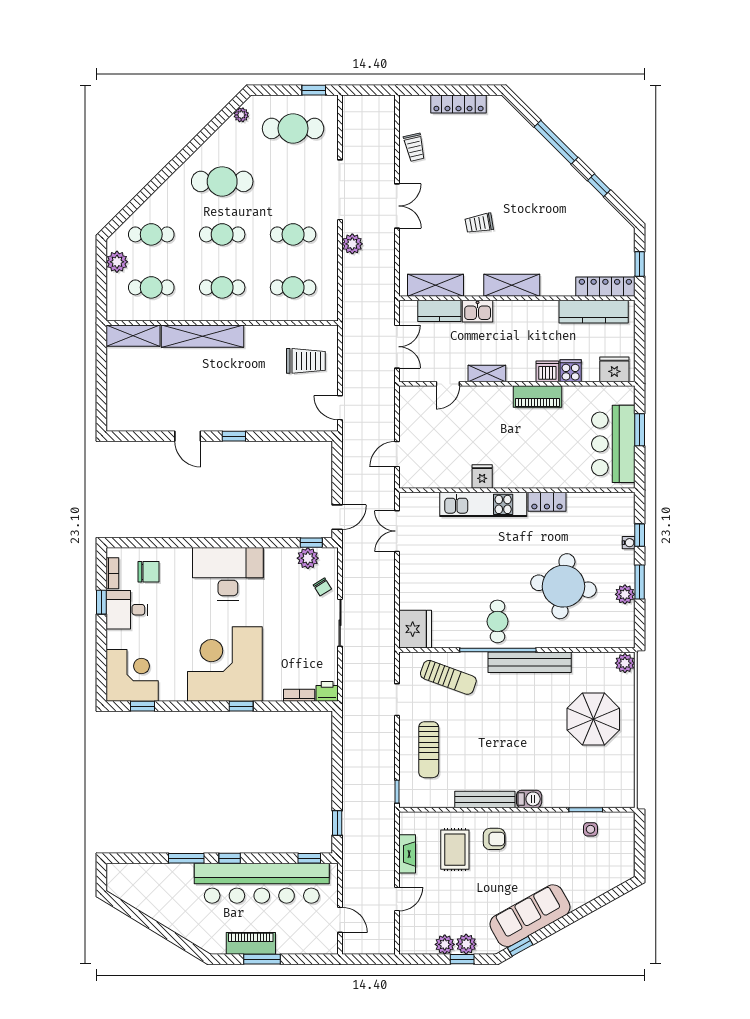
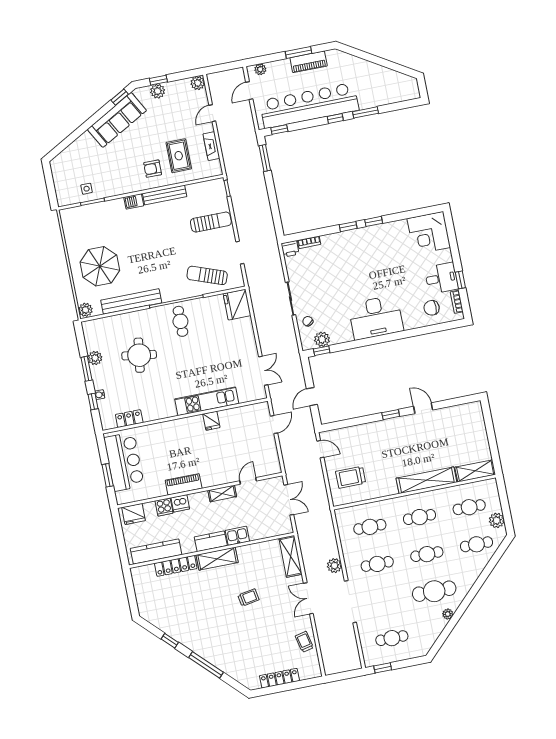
plant: (241, 115) -> (448, 614), moved
cafe table: (293, 128) -> (392, 638), width x0.73, depth x0.74
window: (640, 264) -> (131, 591), removed
shelving: (435, 285) -> (291, 556), moved, turned 90
locker: (605, 287) -> (176, 566), moved
kitchen counter: (439, 311) -> (211, 541), moved
double door: (397, 347) -> (289, 500), swing flipped
locker: (547, 502) -> (129, 419), moved
door: (337, 517) -> (312, 397), moved
round table: (563, 586) -> (139, 355), width x0.73, depth x0.73
bench: (530, 662) -> (131, 301), moved
corner desk: (225, 664) -> (365, 254), removed
window: (143, 706) -> (374, 221), moved
sun lounger: (429, 750) -> (211, 222), turned 90
window: (337, 823) -> (265, 158), width x1.50
door: (340, 920) -> (249, 91), hinge flipped
plant: (445, 944) -> (198, 83), moved
plant: (319, 946) -> (260, 69), added

